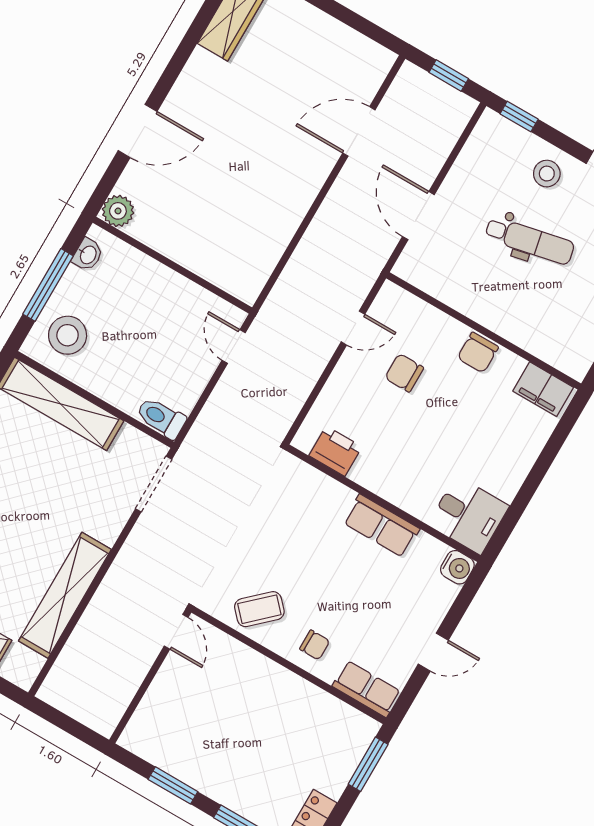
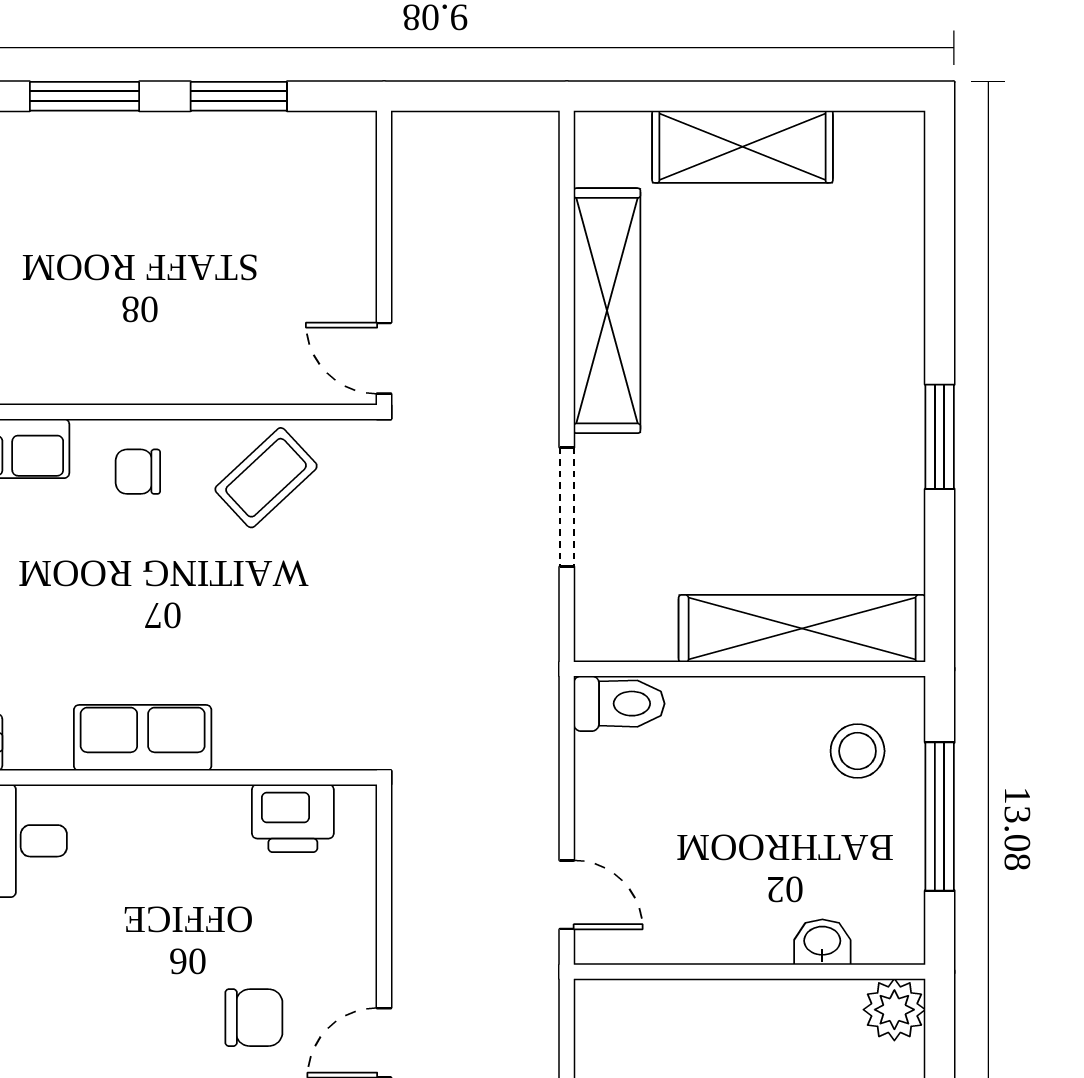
washbasin: (88, 255) -> (822, 942), moved, turned 90
stool: (68, 335) -> (858, 751), width x0.73, depth x0.73
doorway: (154, 484) -> (567, 507), moved

